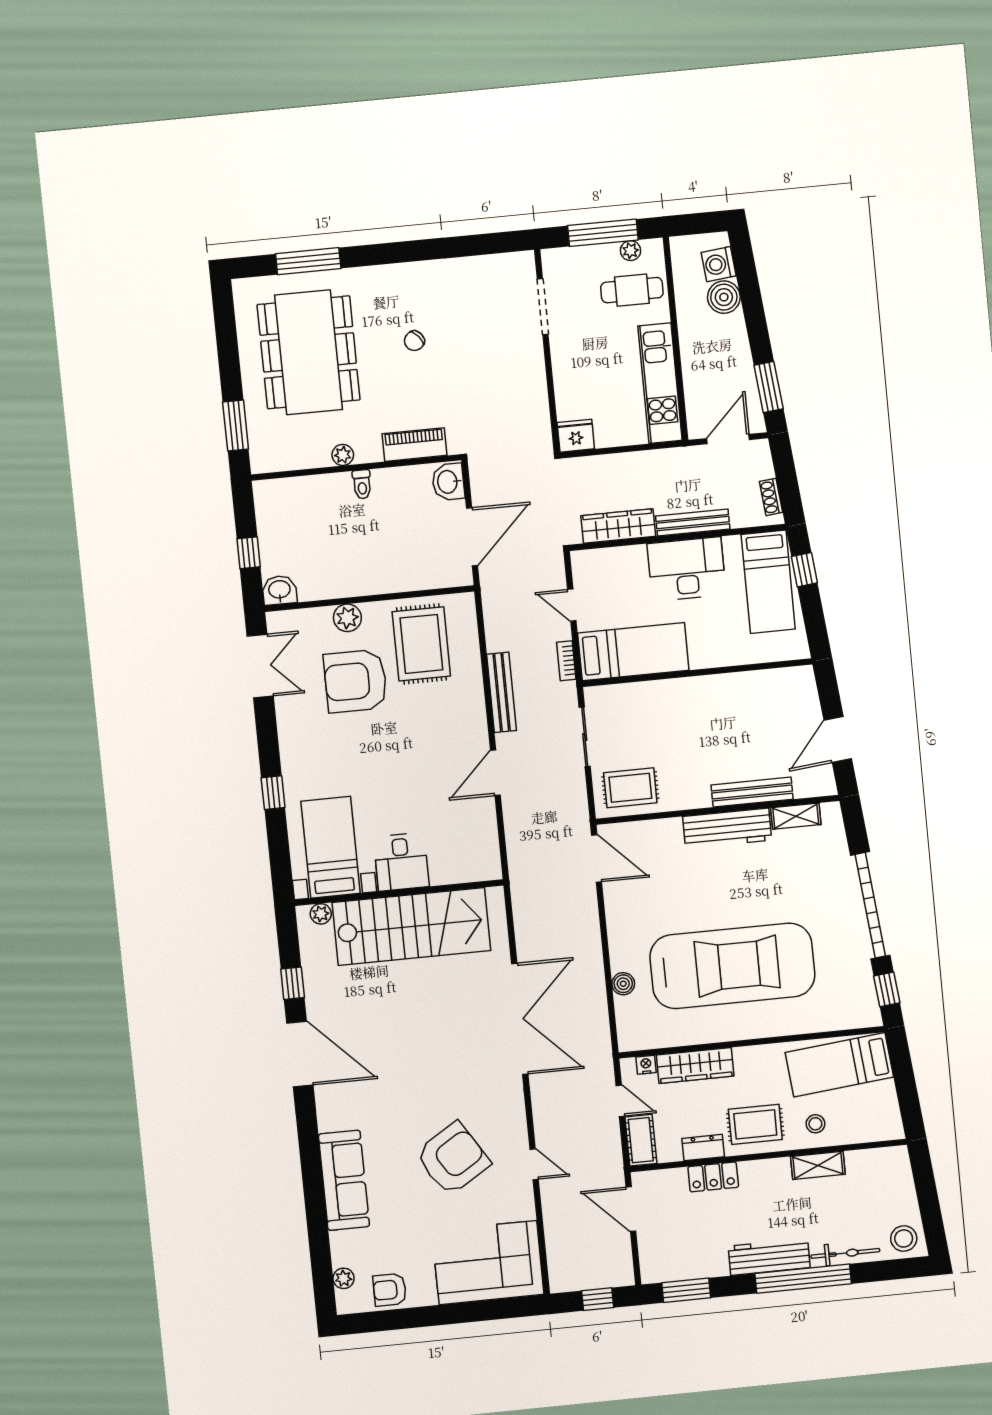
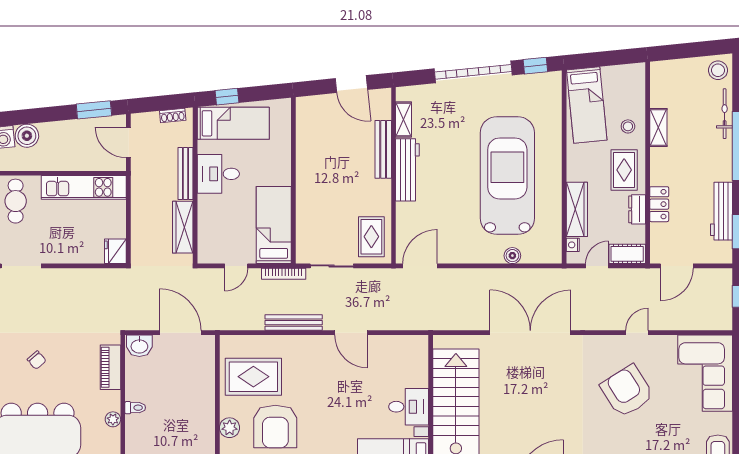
desk: (687, 569) -> (218, 174), width x0.73
bookcase: (566, 661) -> (284, 274), width x1.56
workbench: (769, 1257) -> (722, 211), moved

